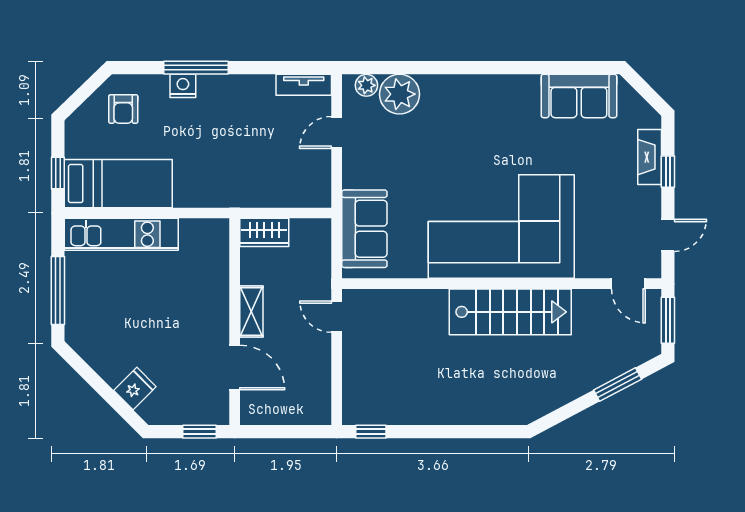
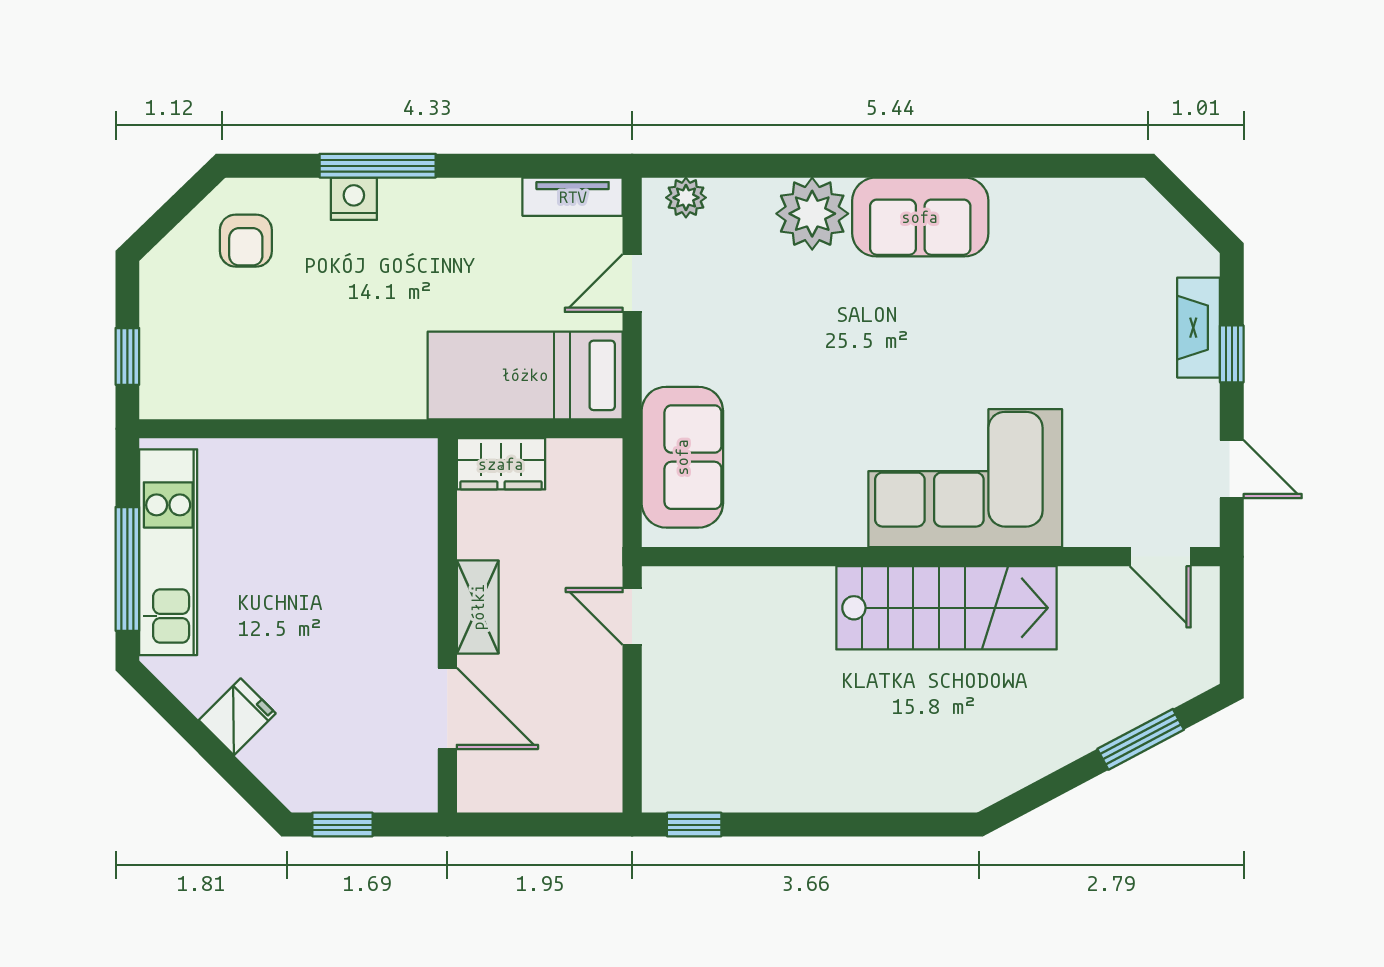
plant: (399, 94) -> (812, 214), moved
sofa: (579, 96) -> (920, 217), moved
bed: (118, 184) -> (525, 375), moved, turned 180
corner sofa: (501, 227) -> (965, 478), width x0.73, depth x0.74
kitchen unit: (121, 234) -> (168, 552), moved, turned -90
door: (668, 235) -> (1232, 469), hinge flipped
window: (668, 320) -> (1232, 623), removed
fridge: (135, 388) -> (237, 717), moved
window: (200, 432) -> (342, 825), moved

